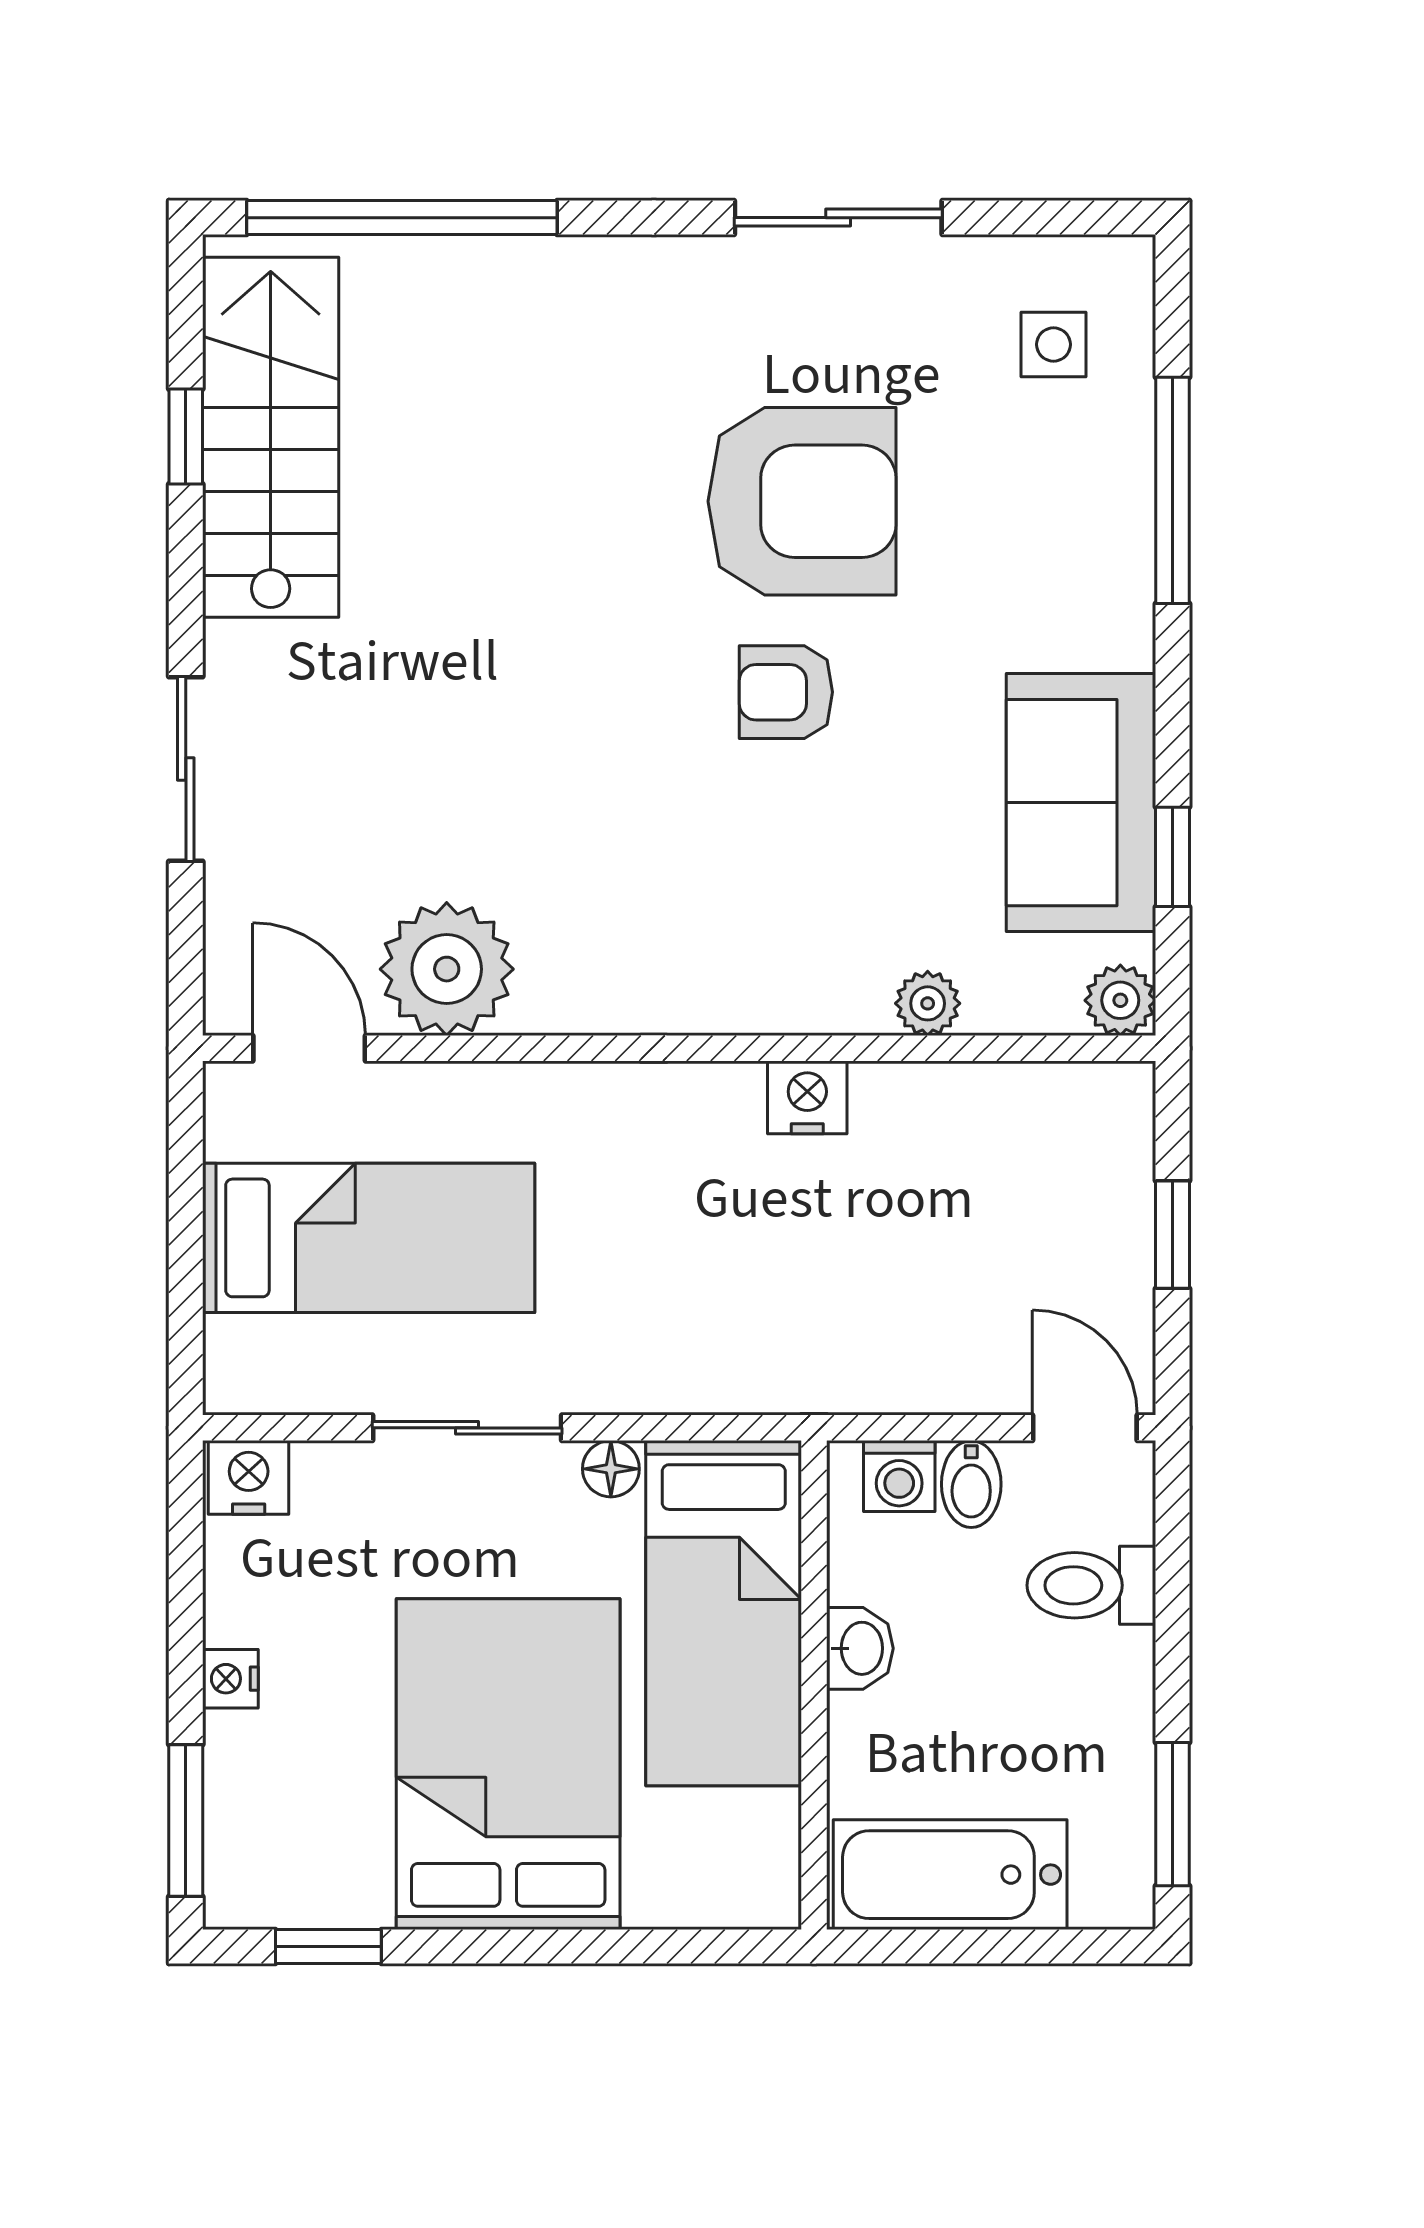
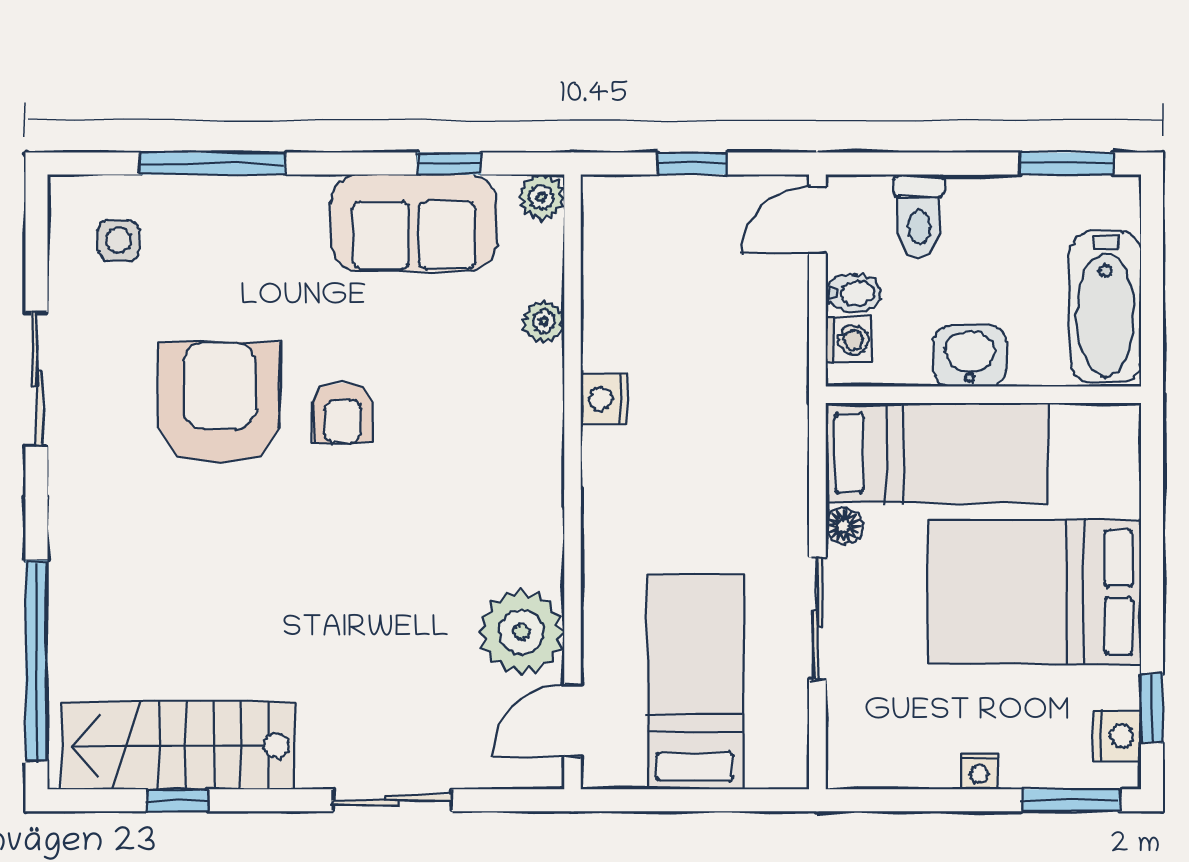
nightstand: (249, 1477) -> (1117, 736), moved, turned 180
washbasin: (860, 1648) -> (970, 356), width x1.38, depth x1.45

